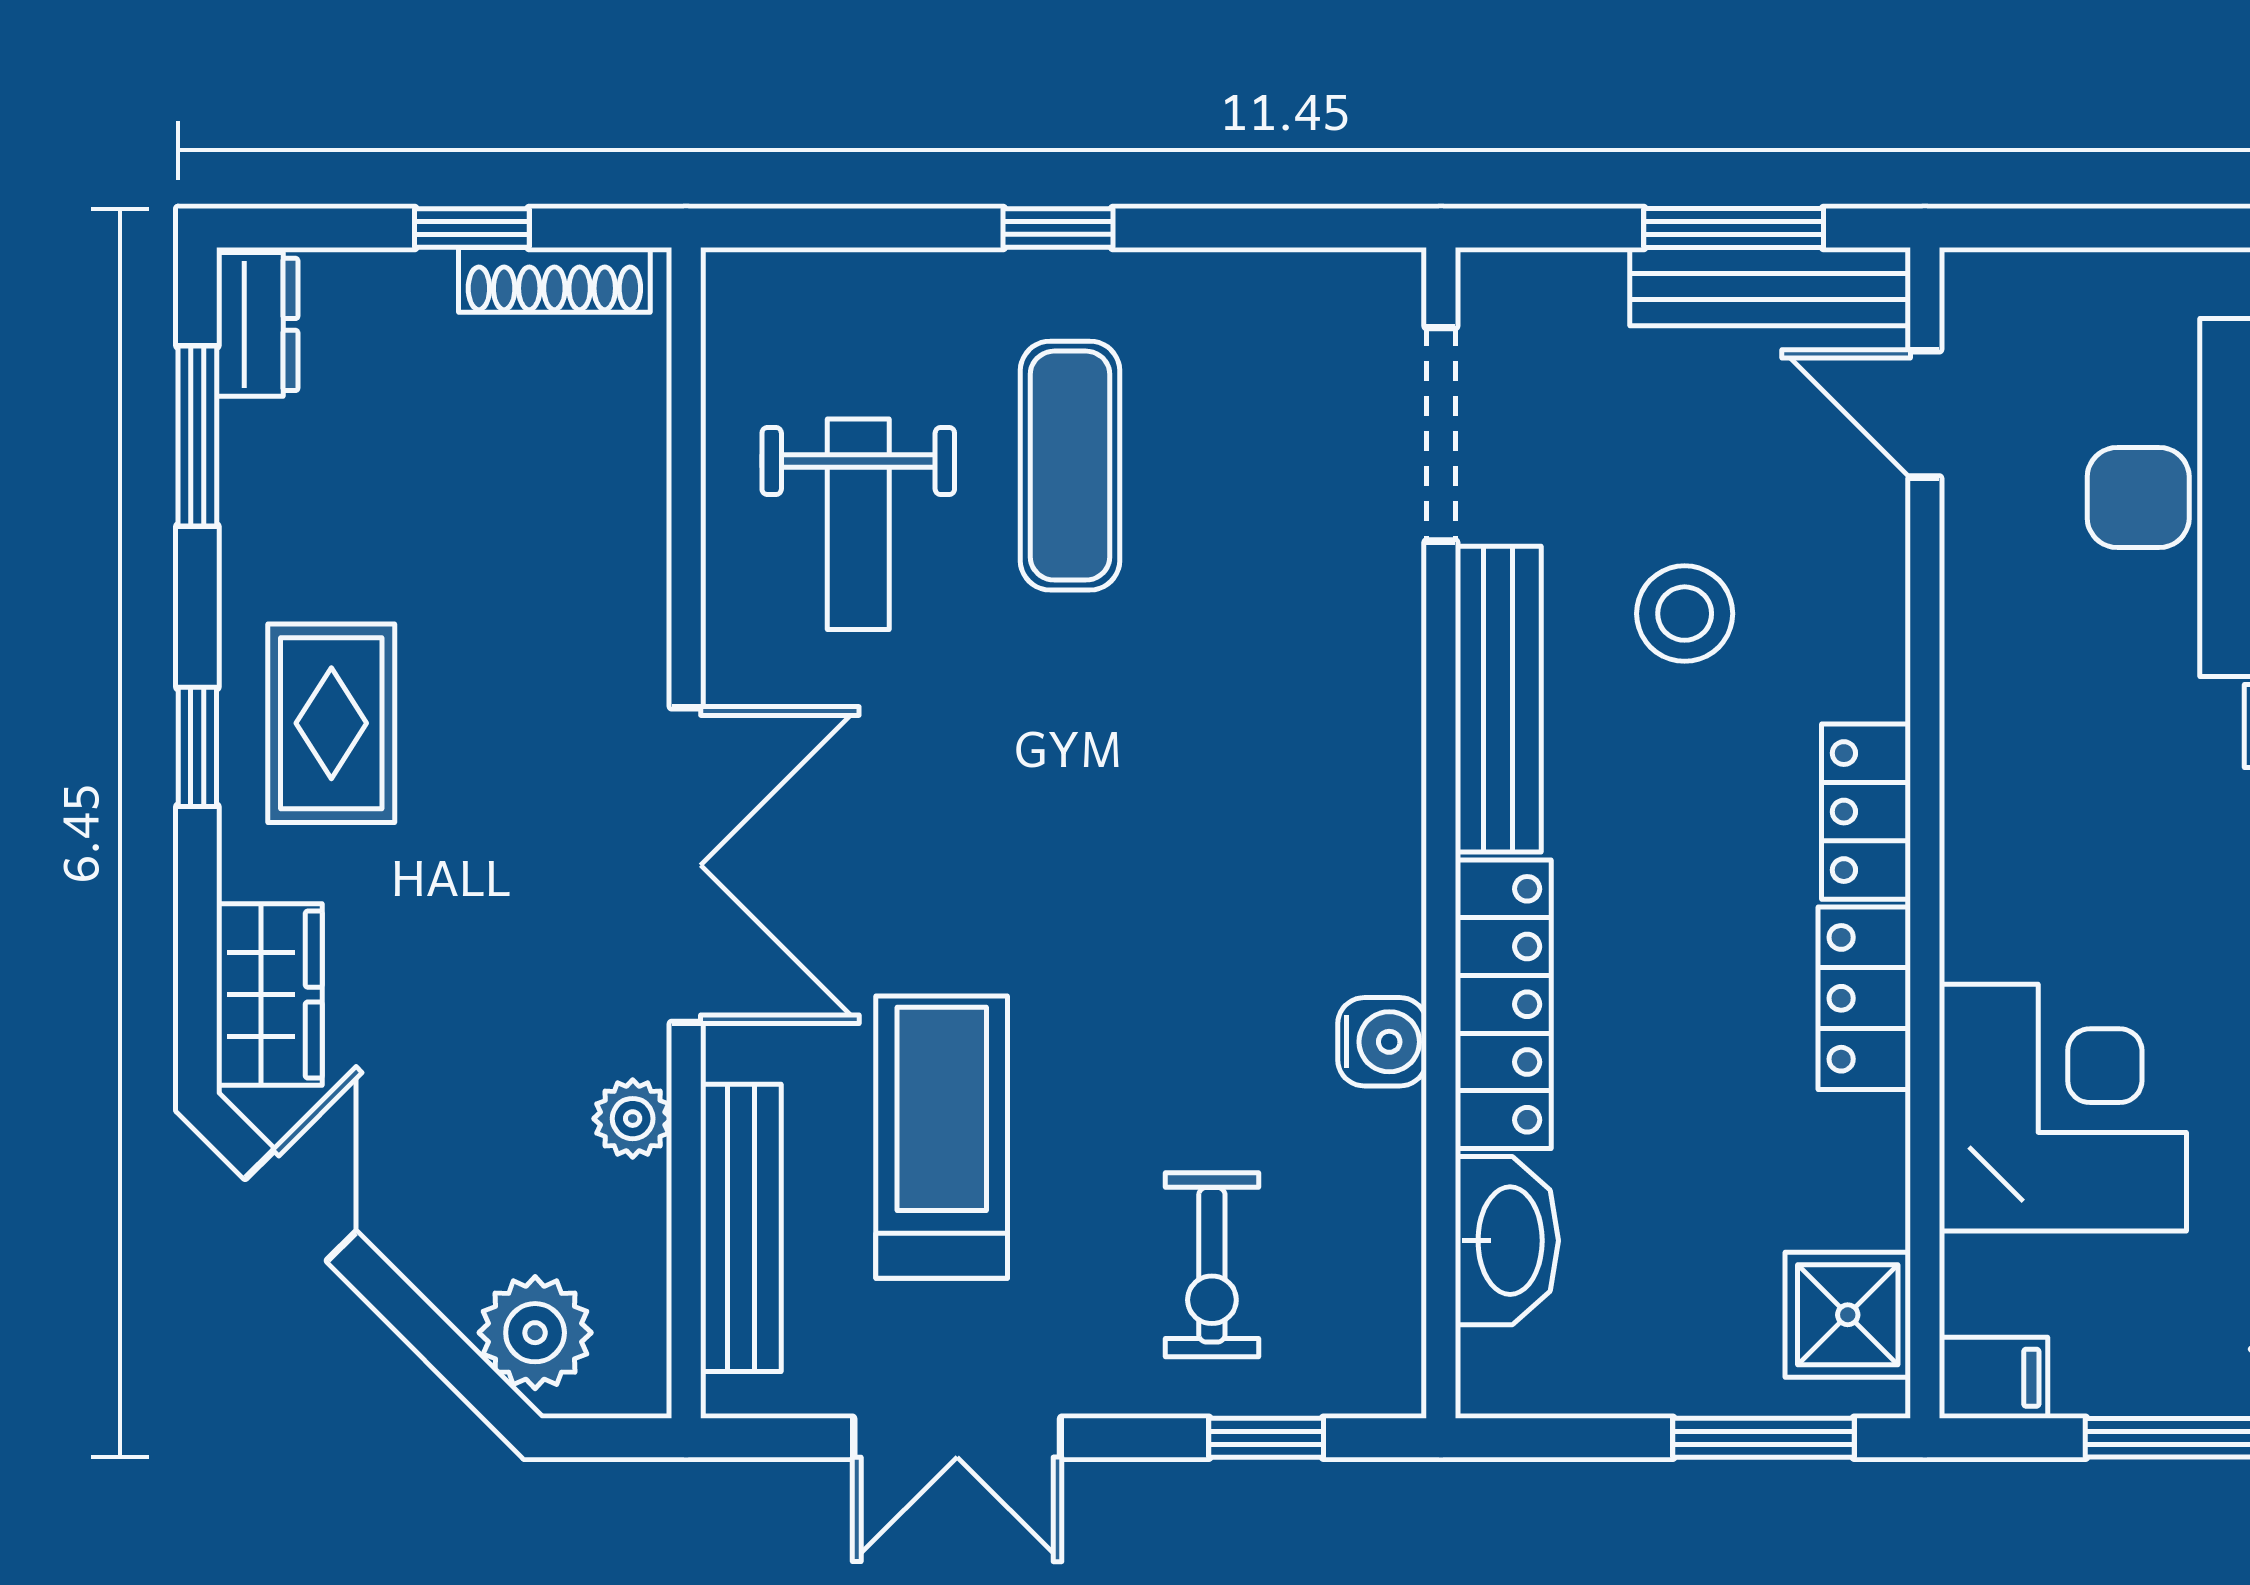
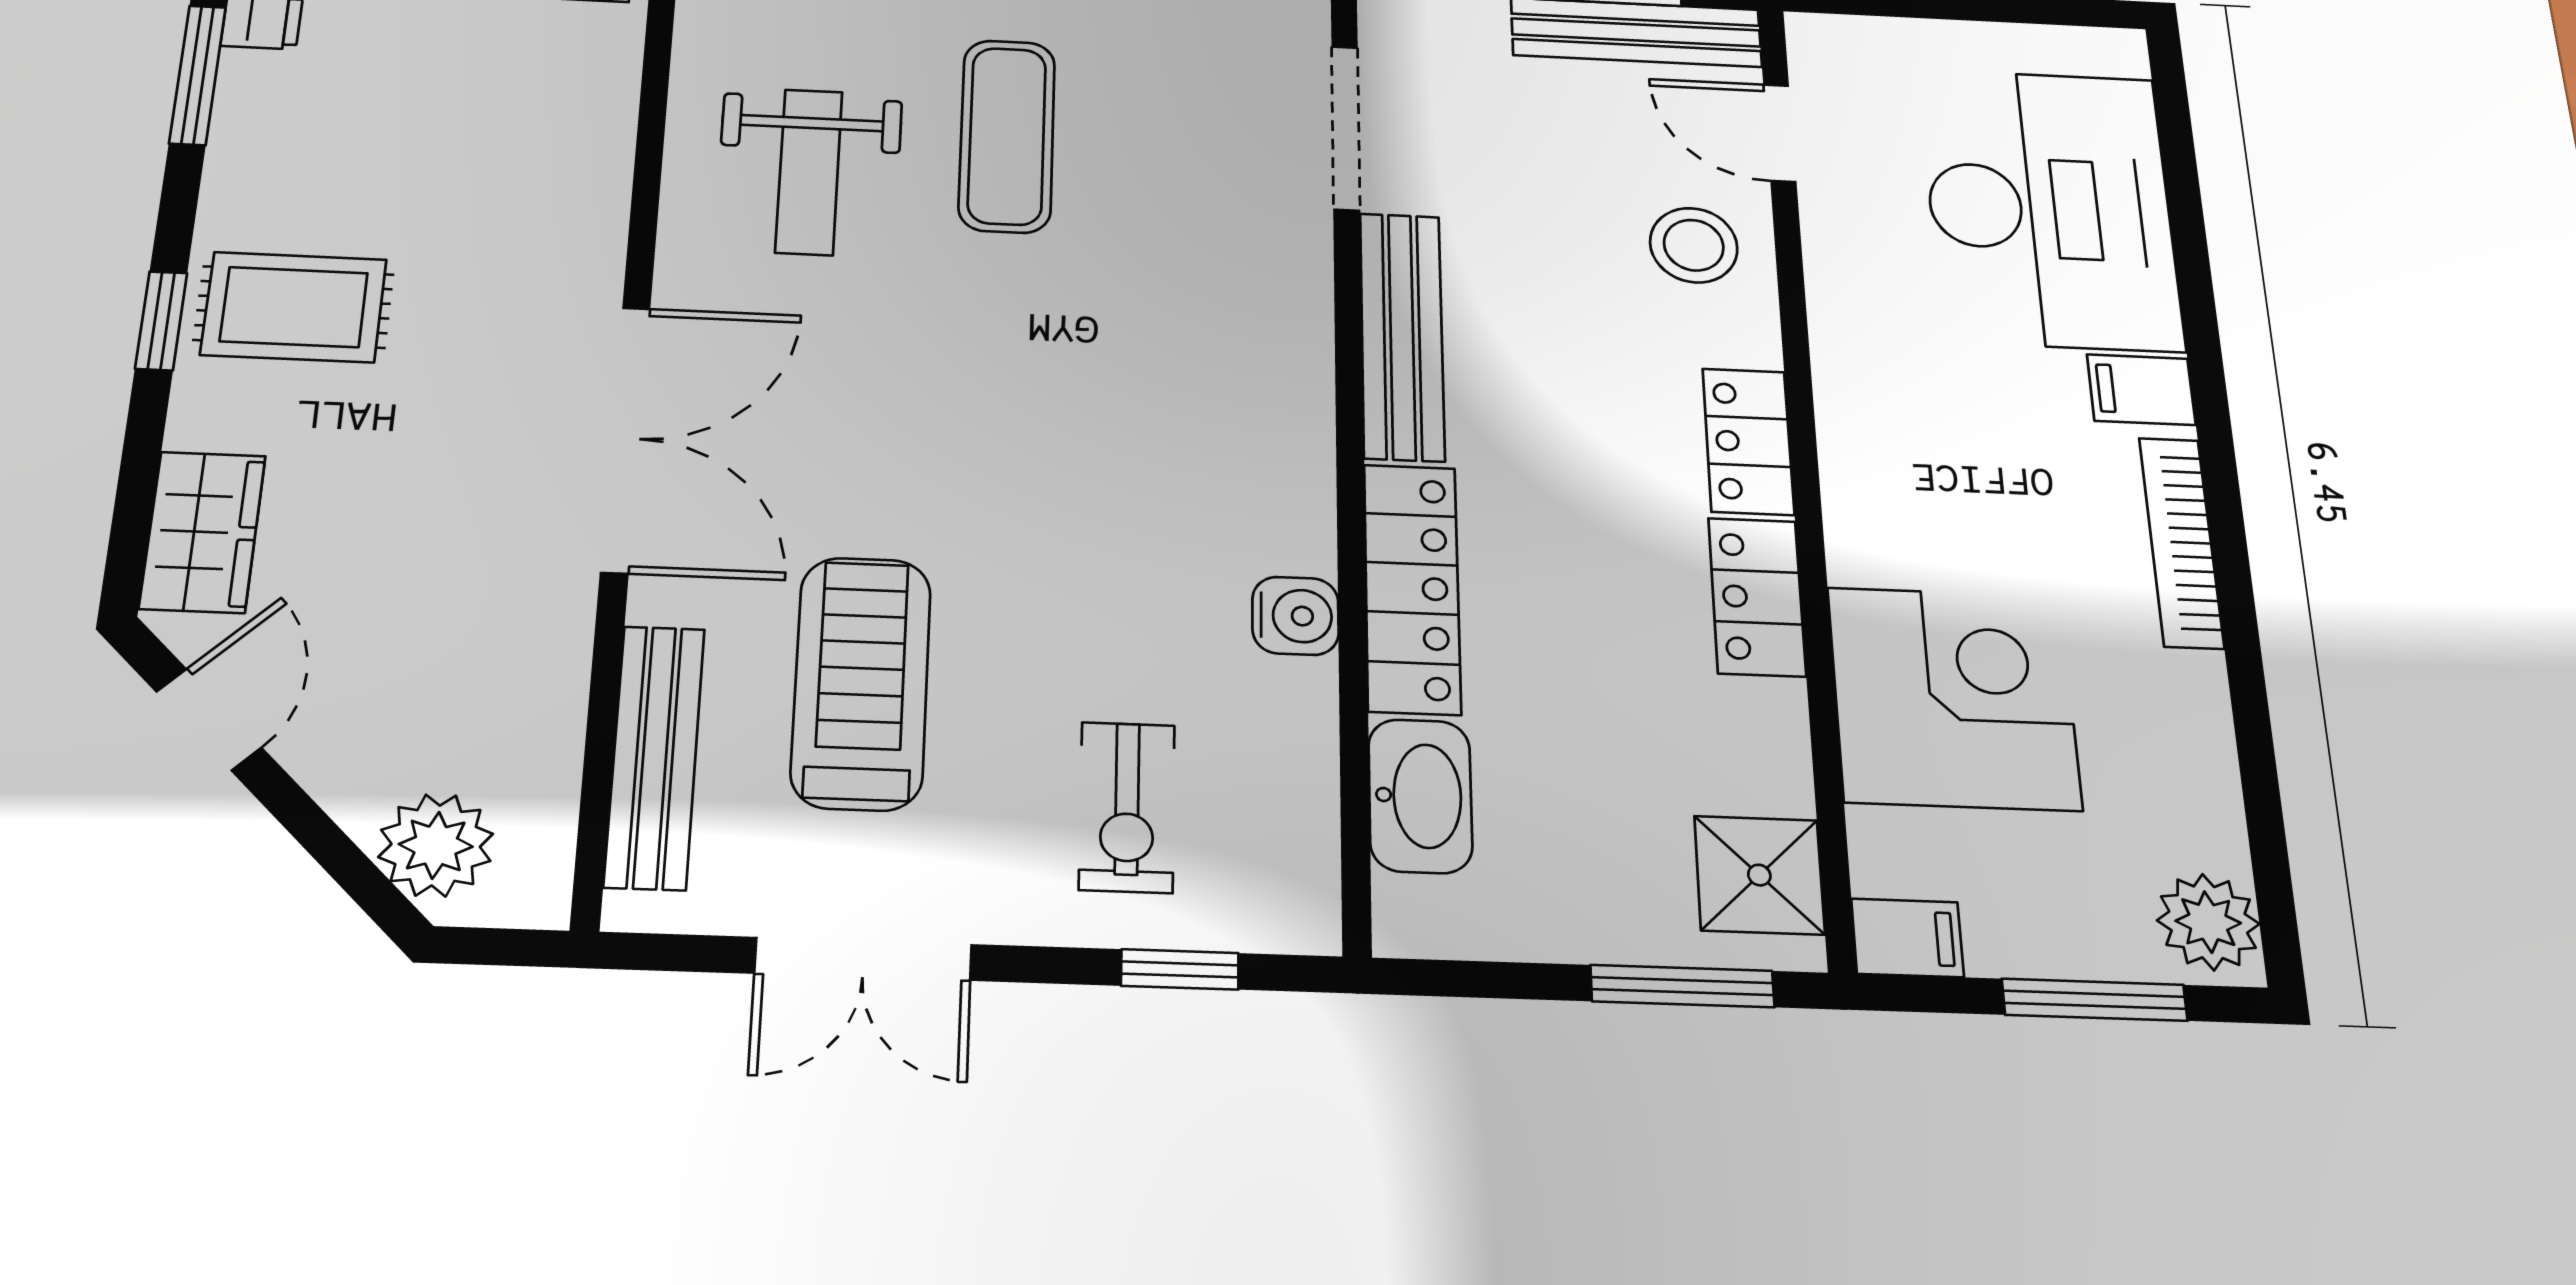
stool: (1685, 614) -> (1694, 245), moved
rug: (331, 723) -> (294, 307), turned 90
plant: (633, 1119) -> (554, 654), removed

